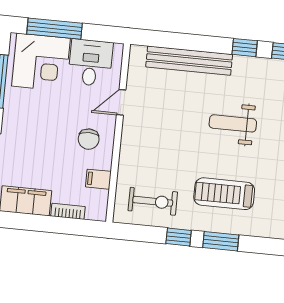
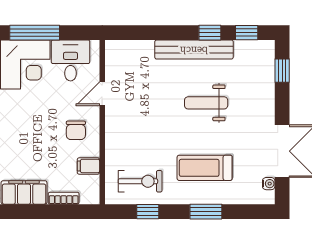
bench: (189, 61) -> (194, 50), moved
window: (179, 237) -> (148, 212), moved

